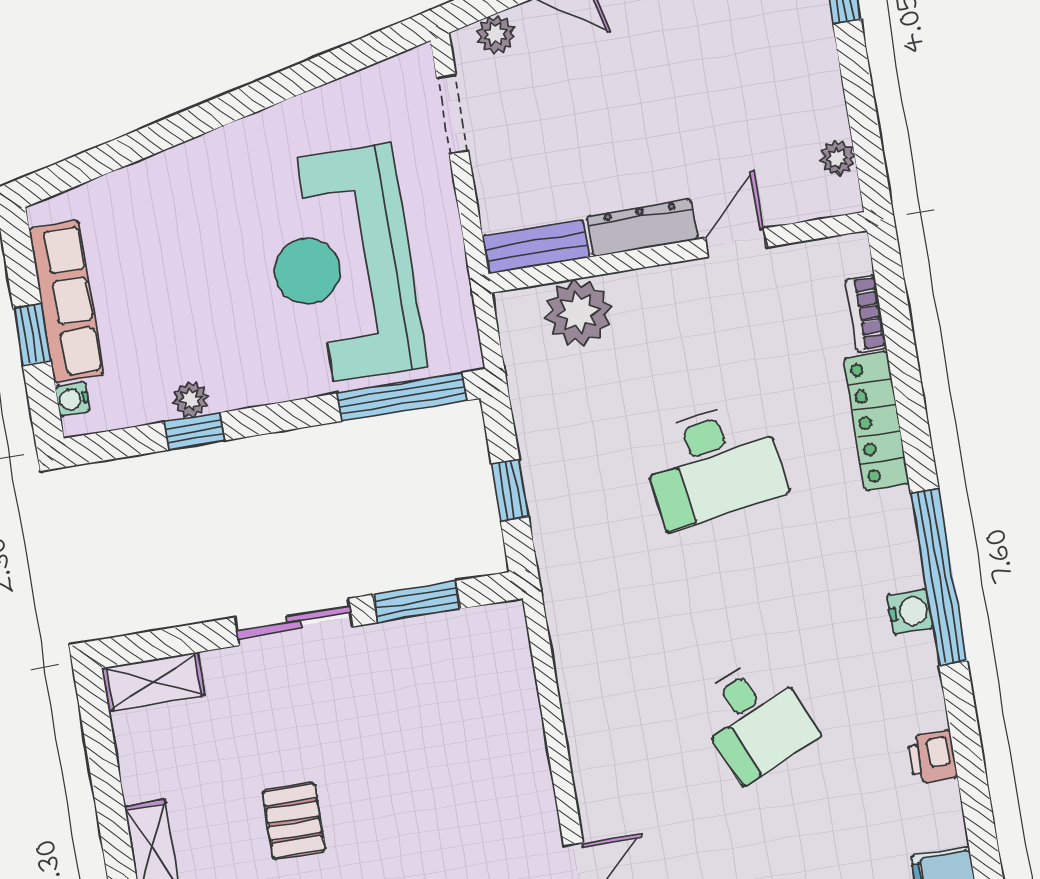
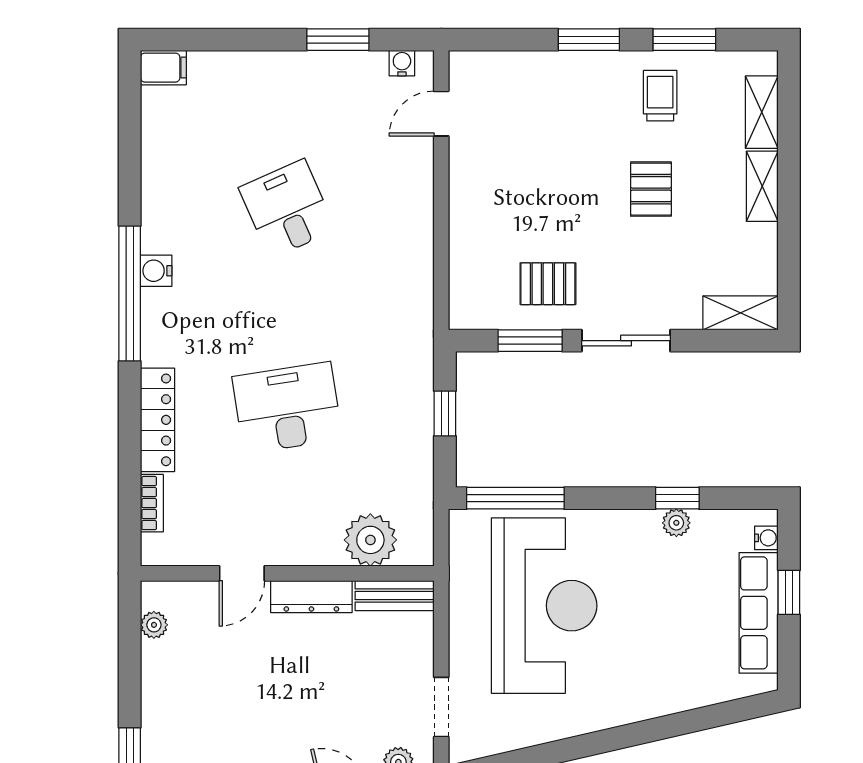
pallet: (406, 678) -> (548, 284), added
printer: (932, 757) -> (157, 157), removed

